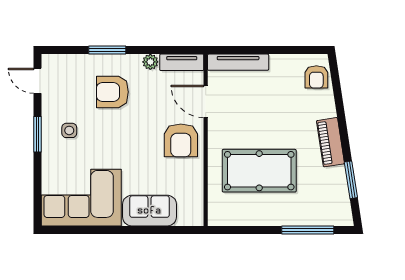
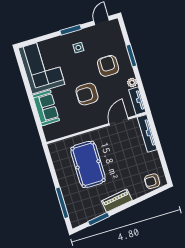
armchair: (181, 140) -> (87, 94), moved

